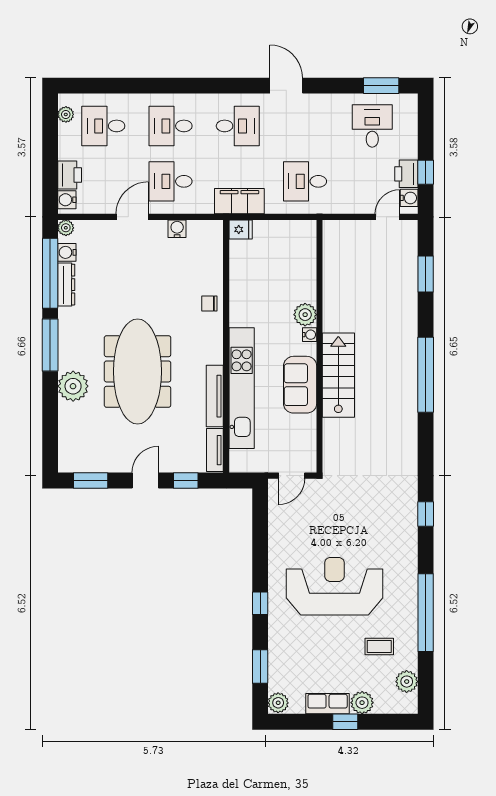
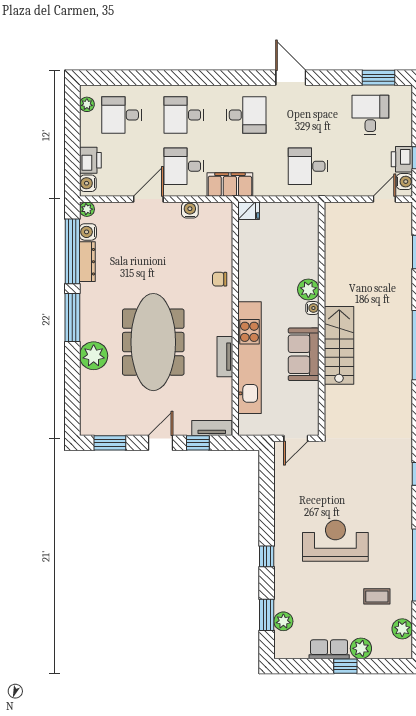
filing cabinet: (239, 201) -> (230, 185), moved
tv unit: (215, 396) -> (225, 357), width x0.71
tv unit: (215, 450) -> (212, 428), moved, turned 90
reception desk: (334, 586) -> (335, 541), width x0.74, depth x0.77
plant: (278, 703) -> (283, 621), moved

